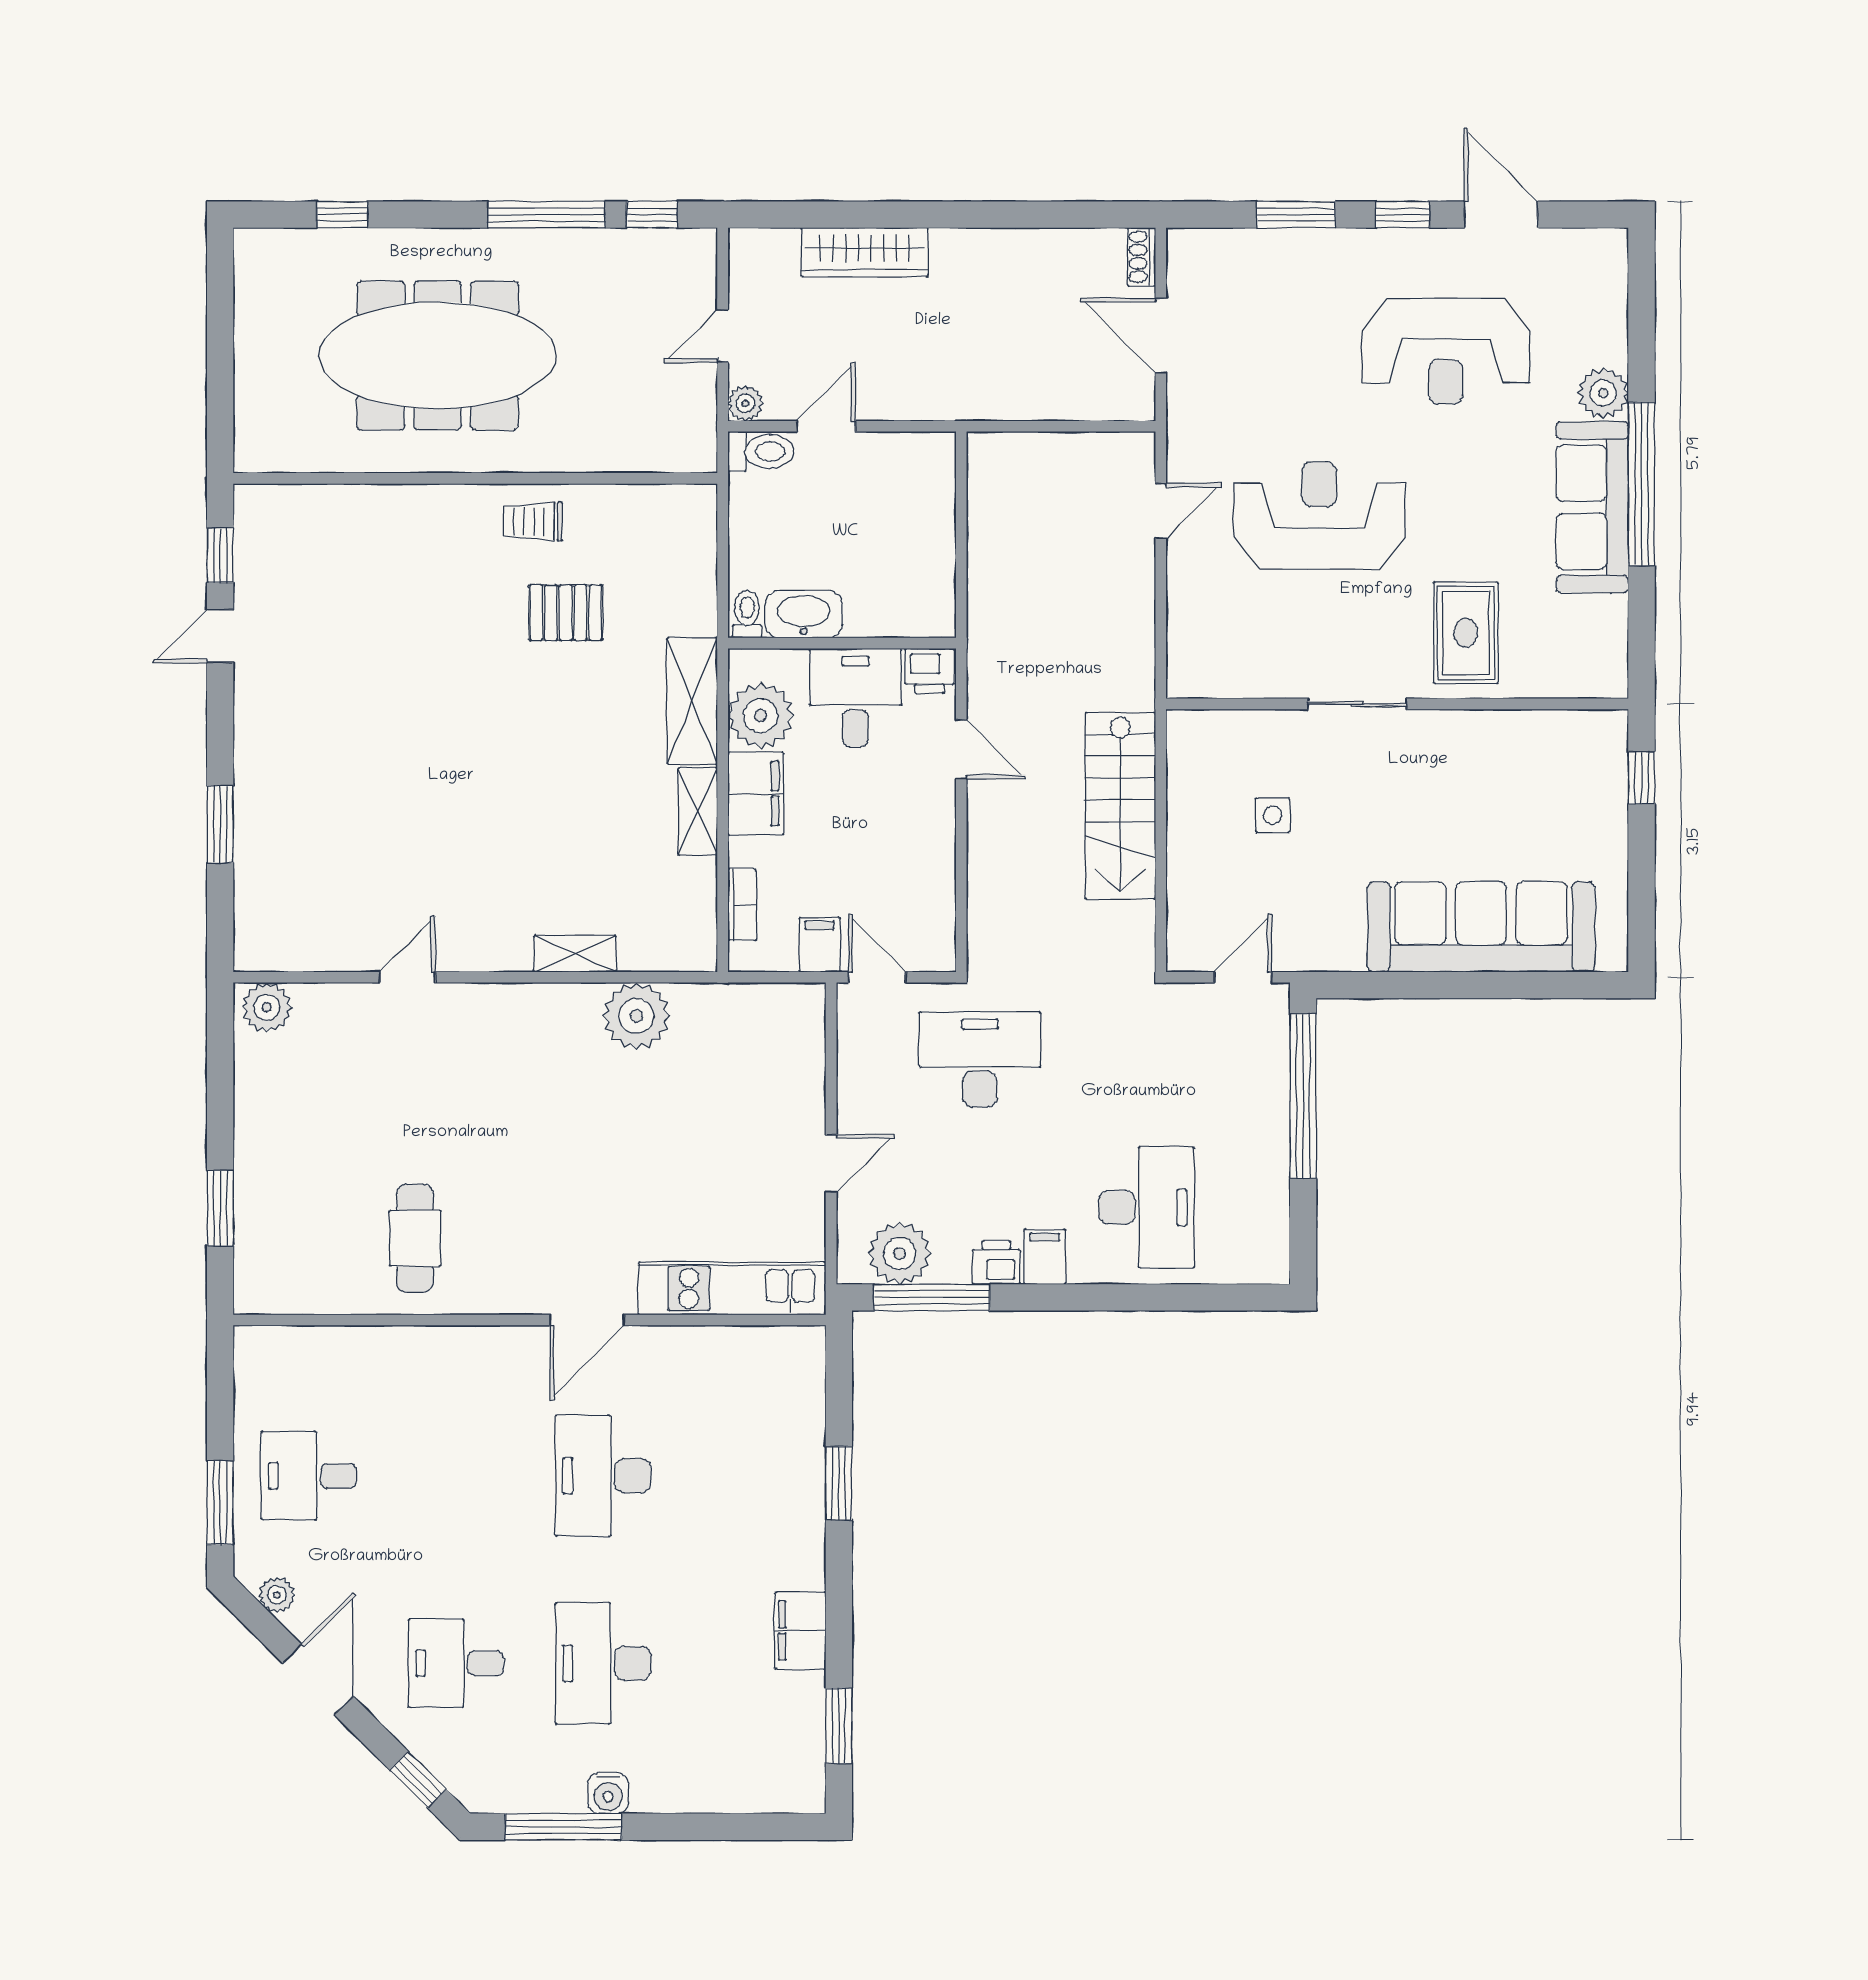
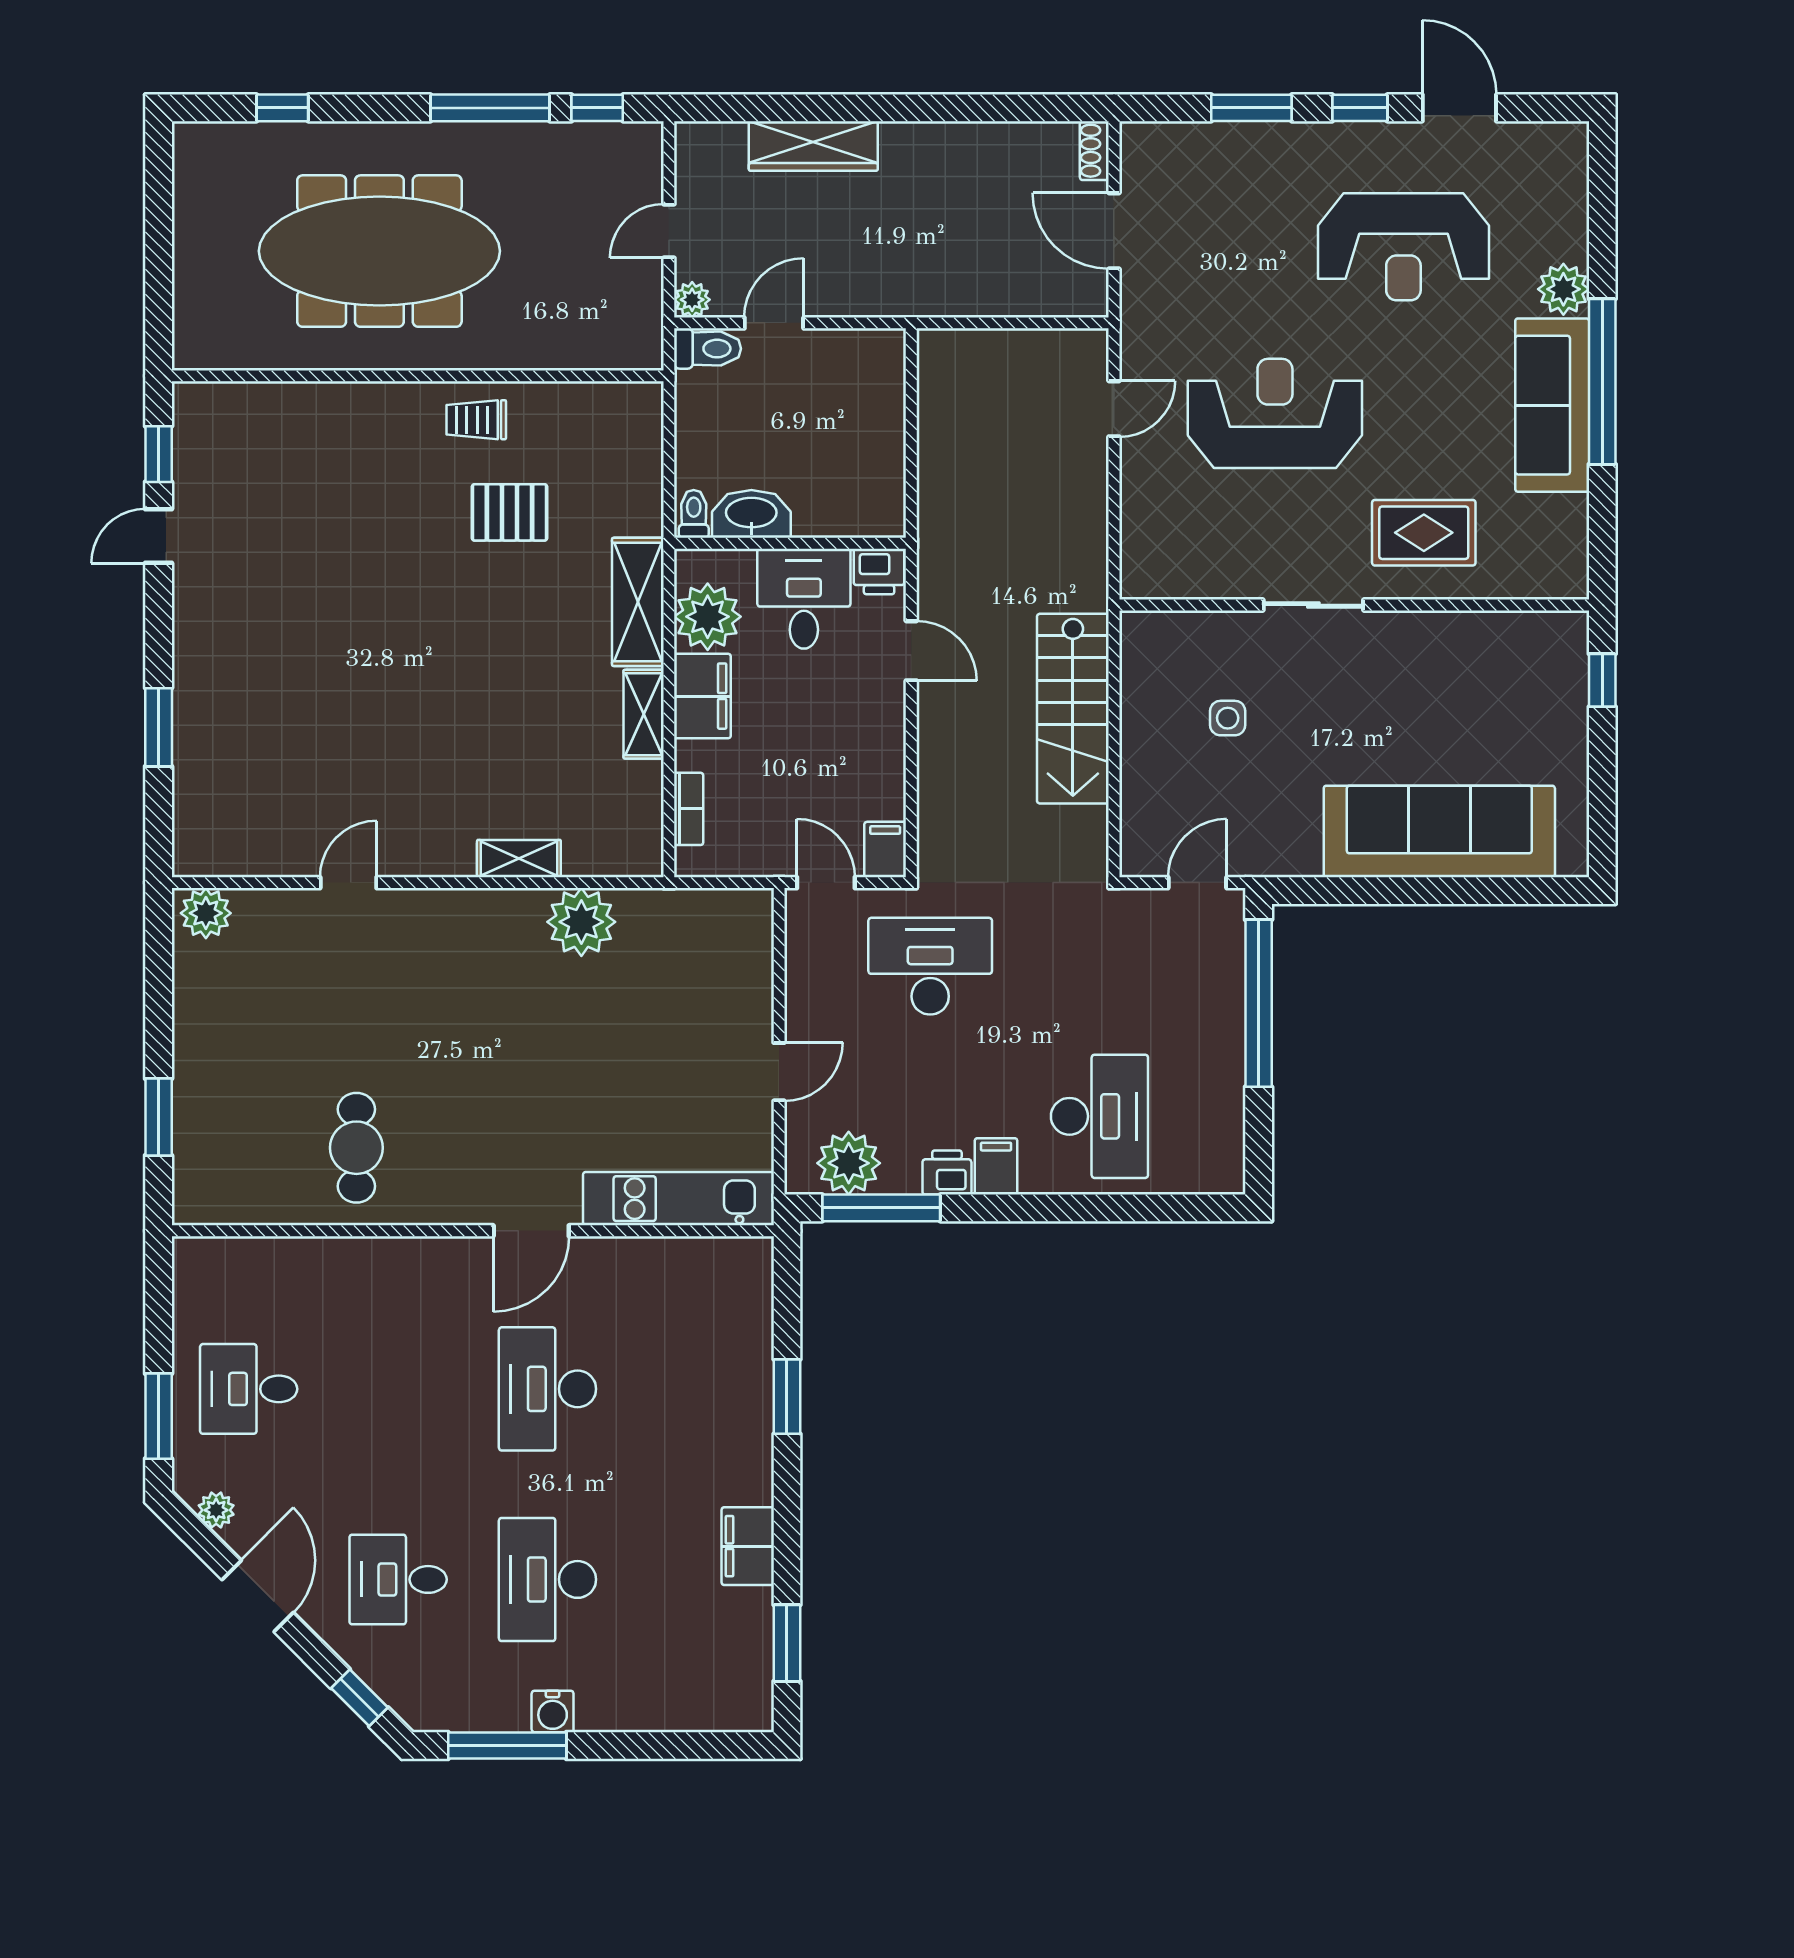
rug: (1466, 633) -> (1424, 533), turned 90
filing cabinet: (820, 945) -> (885, 850), moved

